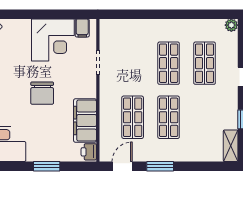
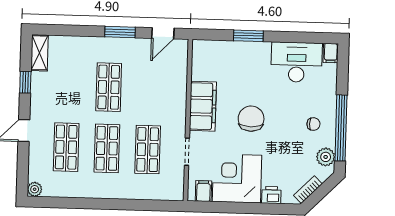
shop shelf: (133, 117) -> (148, 150), moved
filing cabinet: (85, 120) -> (203, 106), moved
printer: (89, 152) -> (271, 195), moved, turned -90

